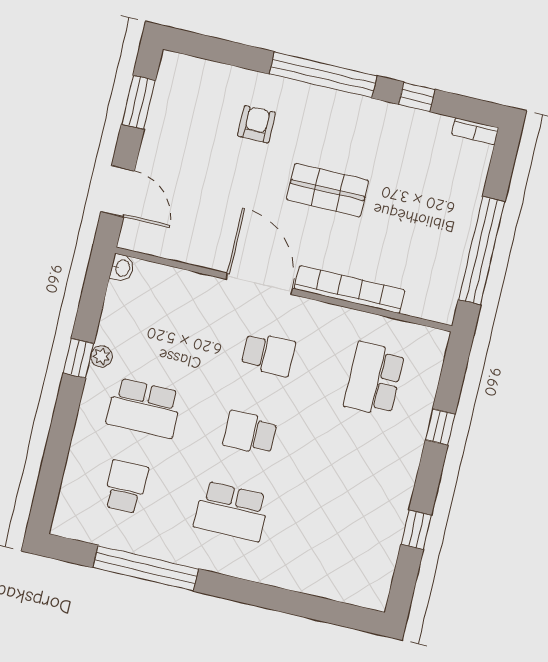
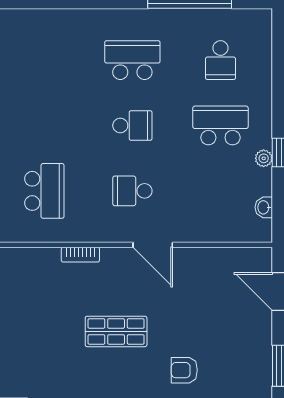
armchair: (257, 124) -> (184, 370), turned 90
washbasin: (122, 268) -> (264, 207), moved
door: (259, 284) -> (153, 245), width x0.73
bookcase: (350, 289) -> (80, 255), width x0.43, depth x0.76

